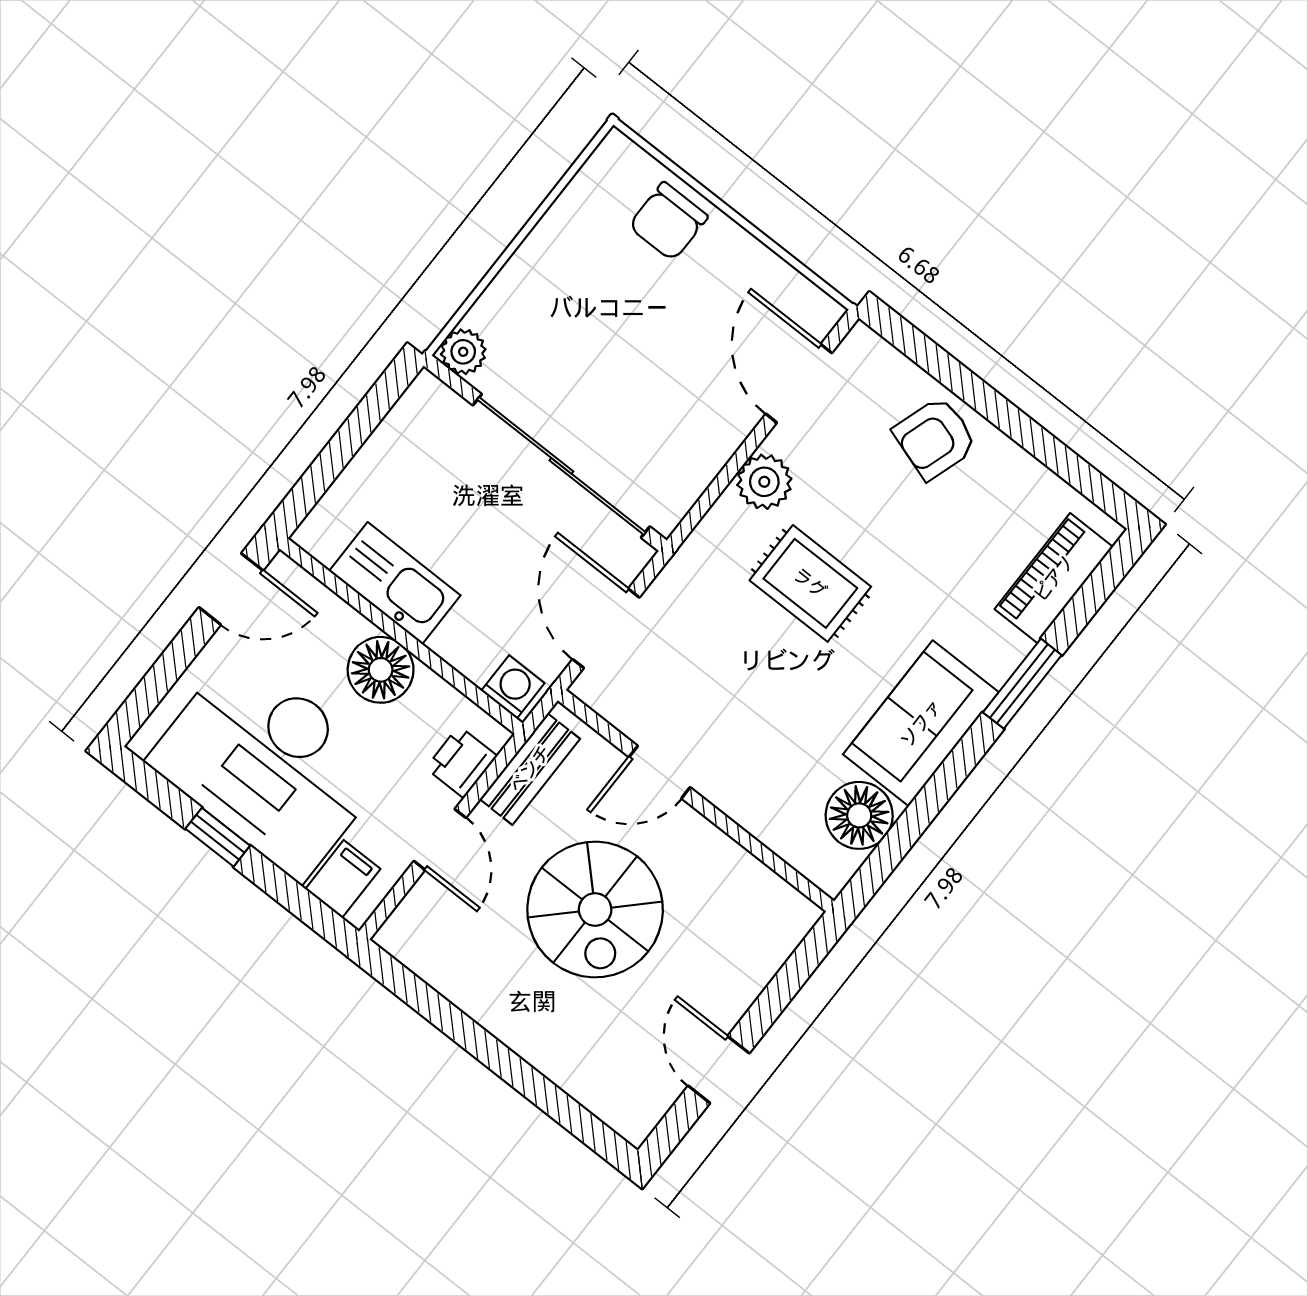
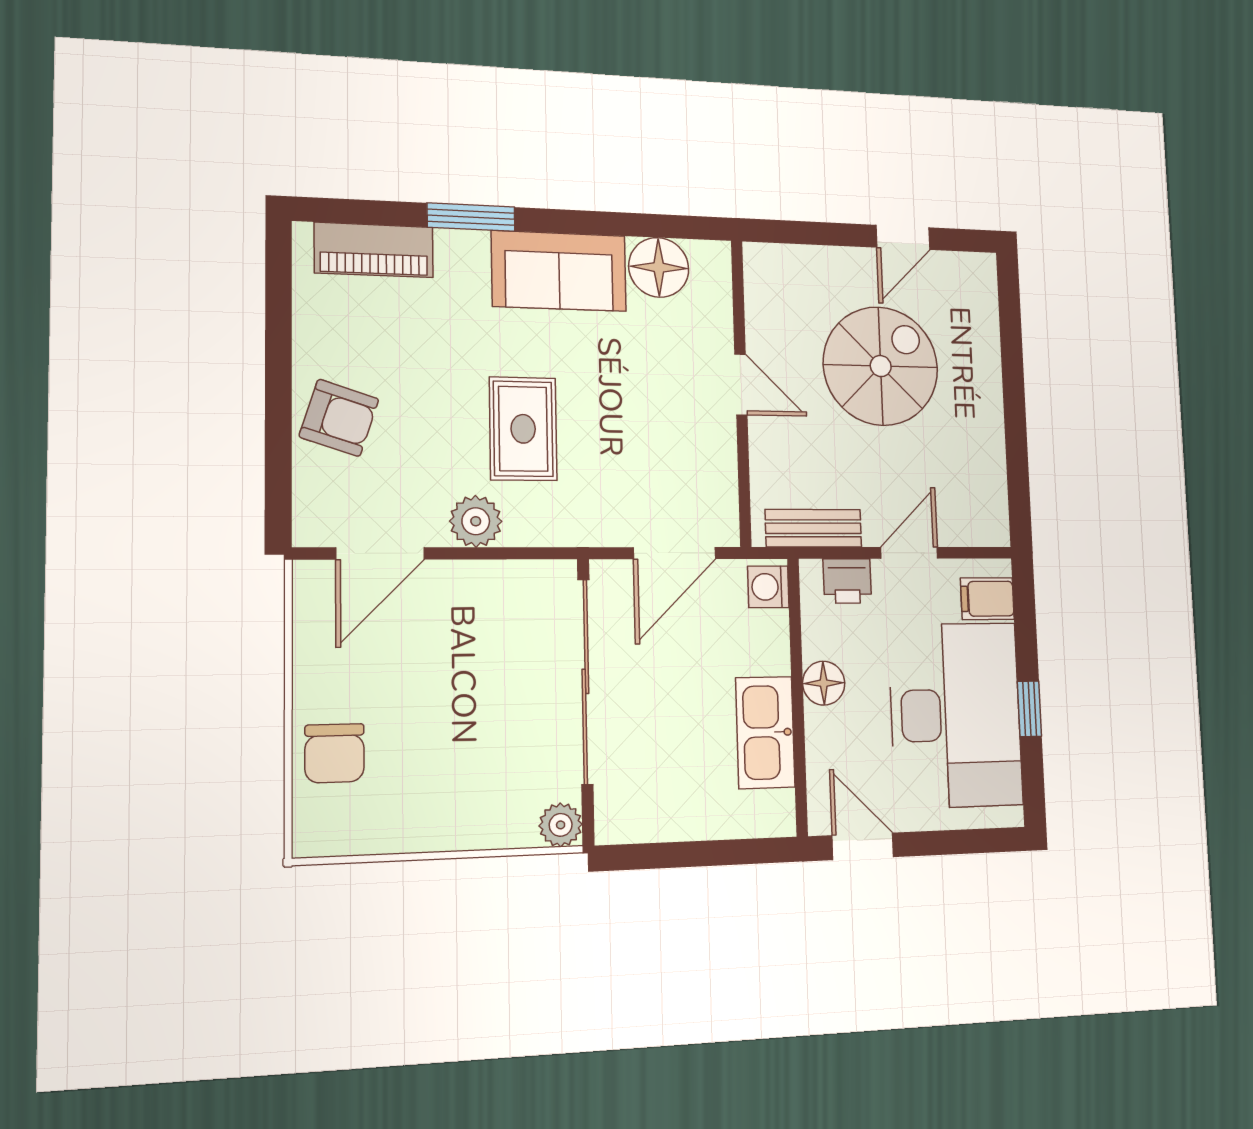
chair: (668, 221) -> (334, 753), turned 90
floor lamp: (381, 670) -> (824, 683), width x0.73, depth x0.73
door: (660, 772) -> (741, 384), moved
spiral stairs: (595, 910) -> (881, 366), moved

